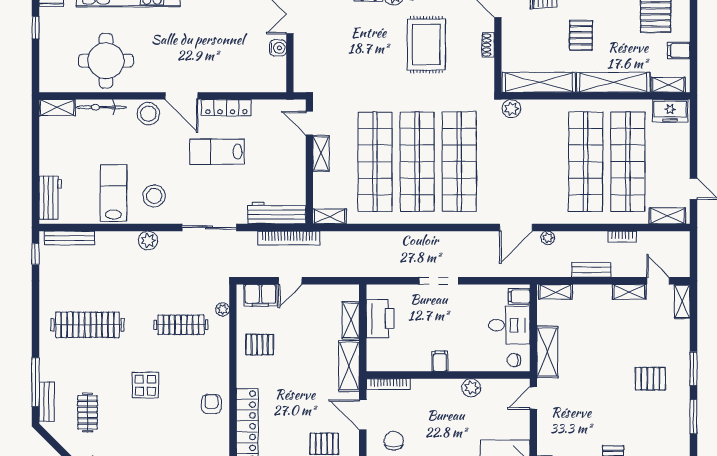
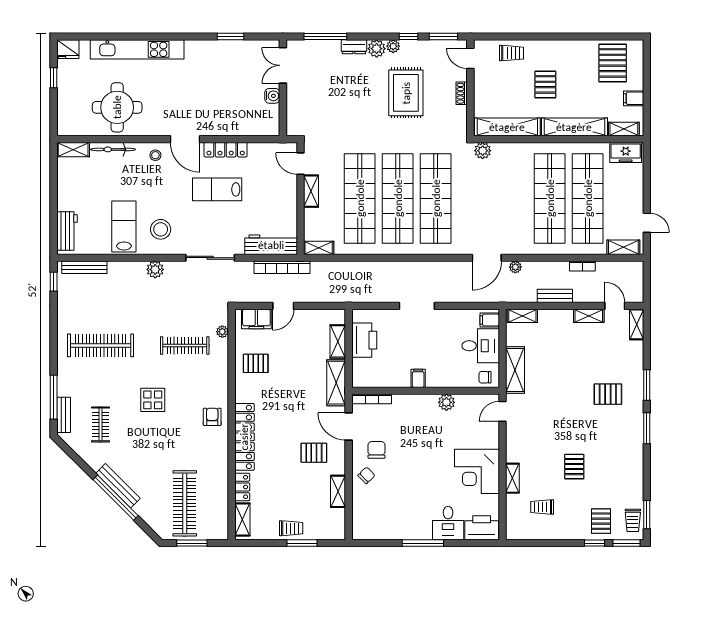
stool: (148, 114) -> (155, 155), width x0.53, depth x0.53

